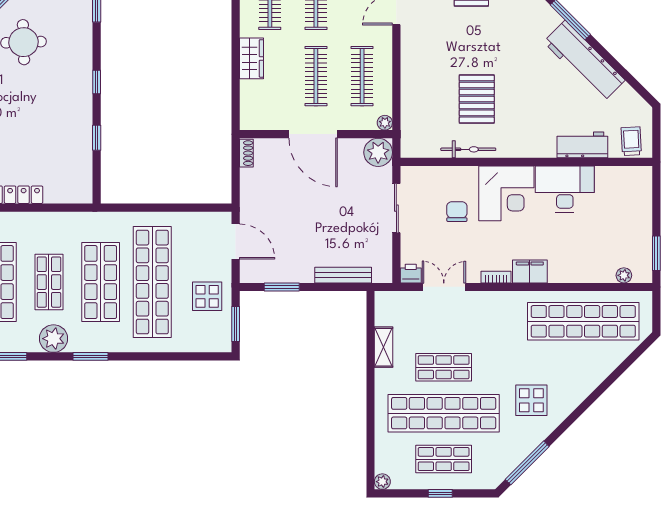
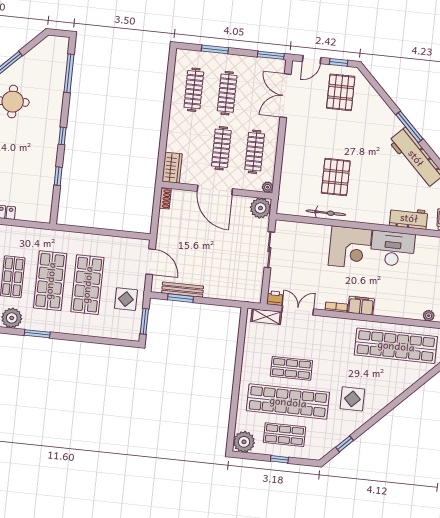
wardrobe: (251, 58) -> (172, 168), moved
chair: (457, 212) -> (313, 257), removed
bench: (343, 275) -> (183, 290), moved
shop shelf: (152, 282) -> (87, 285), width x0.71
shelving: (384, 347) -> (266, 317), moved, turned 90
window: (527, 463) -> (345, 444), width x0.46
plant: (382, 482) -> (244, 442), width x1.88, depth x1.88

